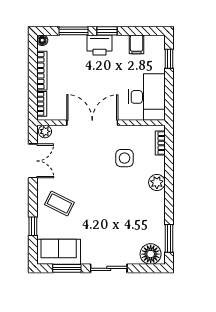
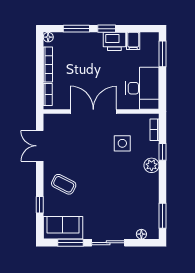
printer: (99, 45) -> (114, 41), moved
window: (169, 59) -> (162, 54), width x1.50
plant: (45, 131) -> (51, 119), removed
double door: (33, 161) -> (40, 146), swing flipped
window: (169, 168) -> (162, 152), added
floor lamp: (151, 254) -> (141, 234), width x0.53, depth x0.53

